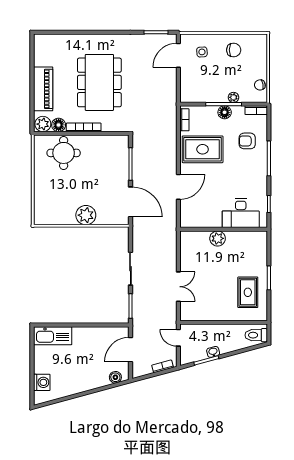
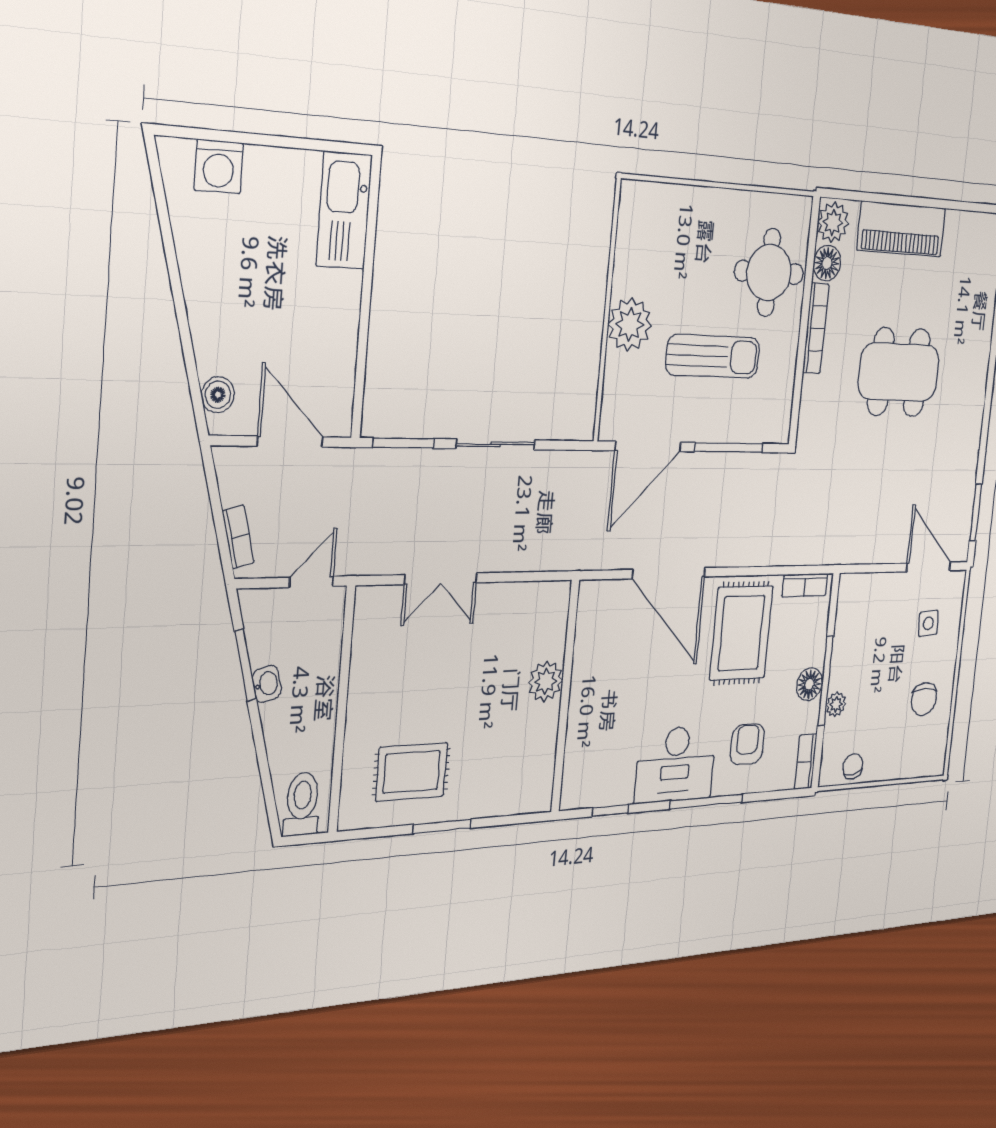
dining table: (99, 82) -> (899, 372), width x0.73, depth x0.80
sun lounger: (96, 176) -> (713, 356), added
door: (178, 187) -> (669, 573), width x1.36
desk: (241, 213) -> (675, 764), moved, turned -90

